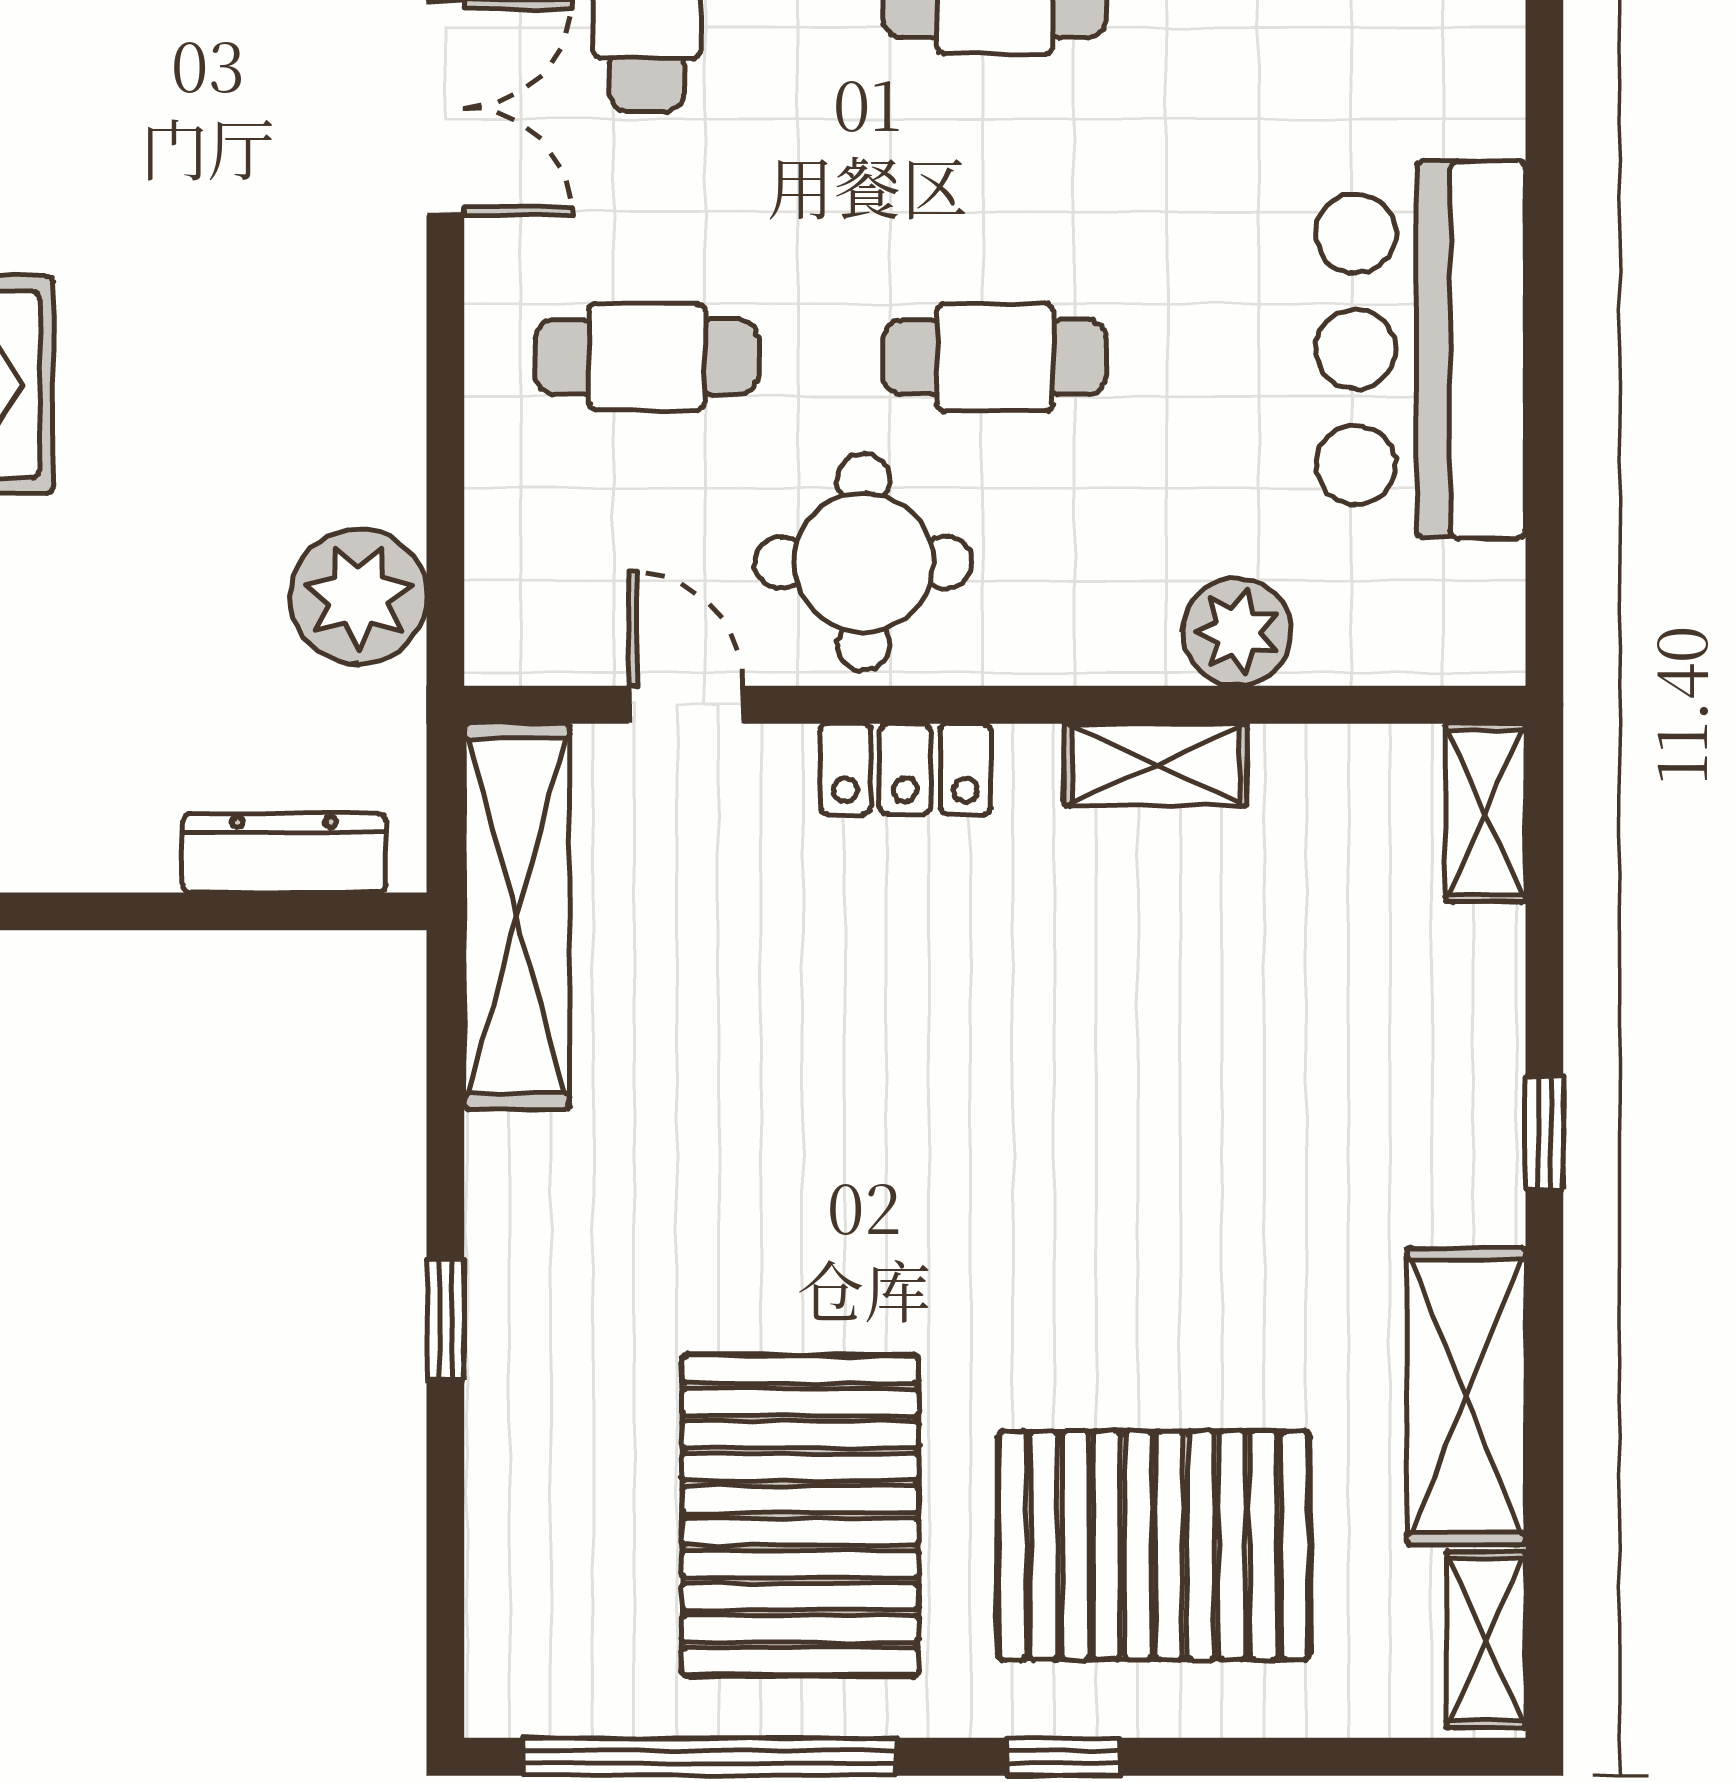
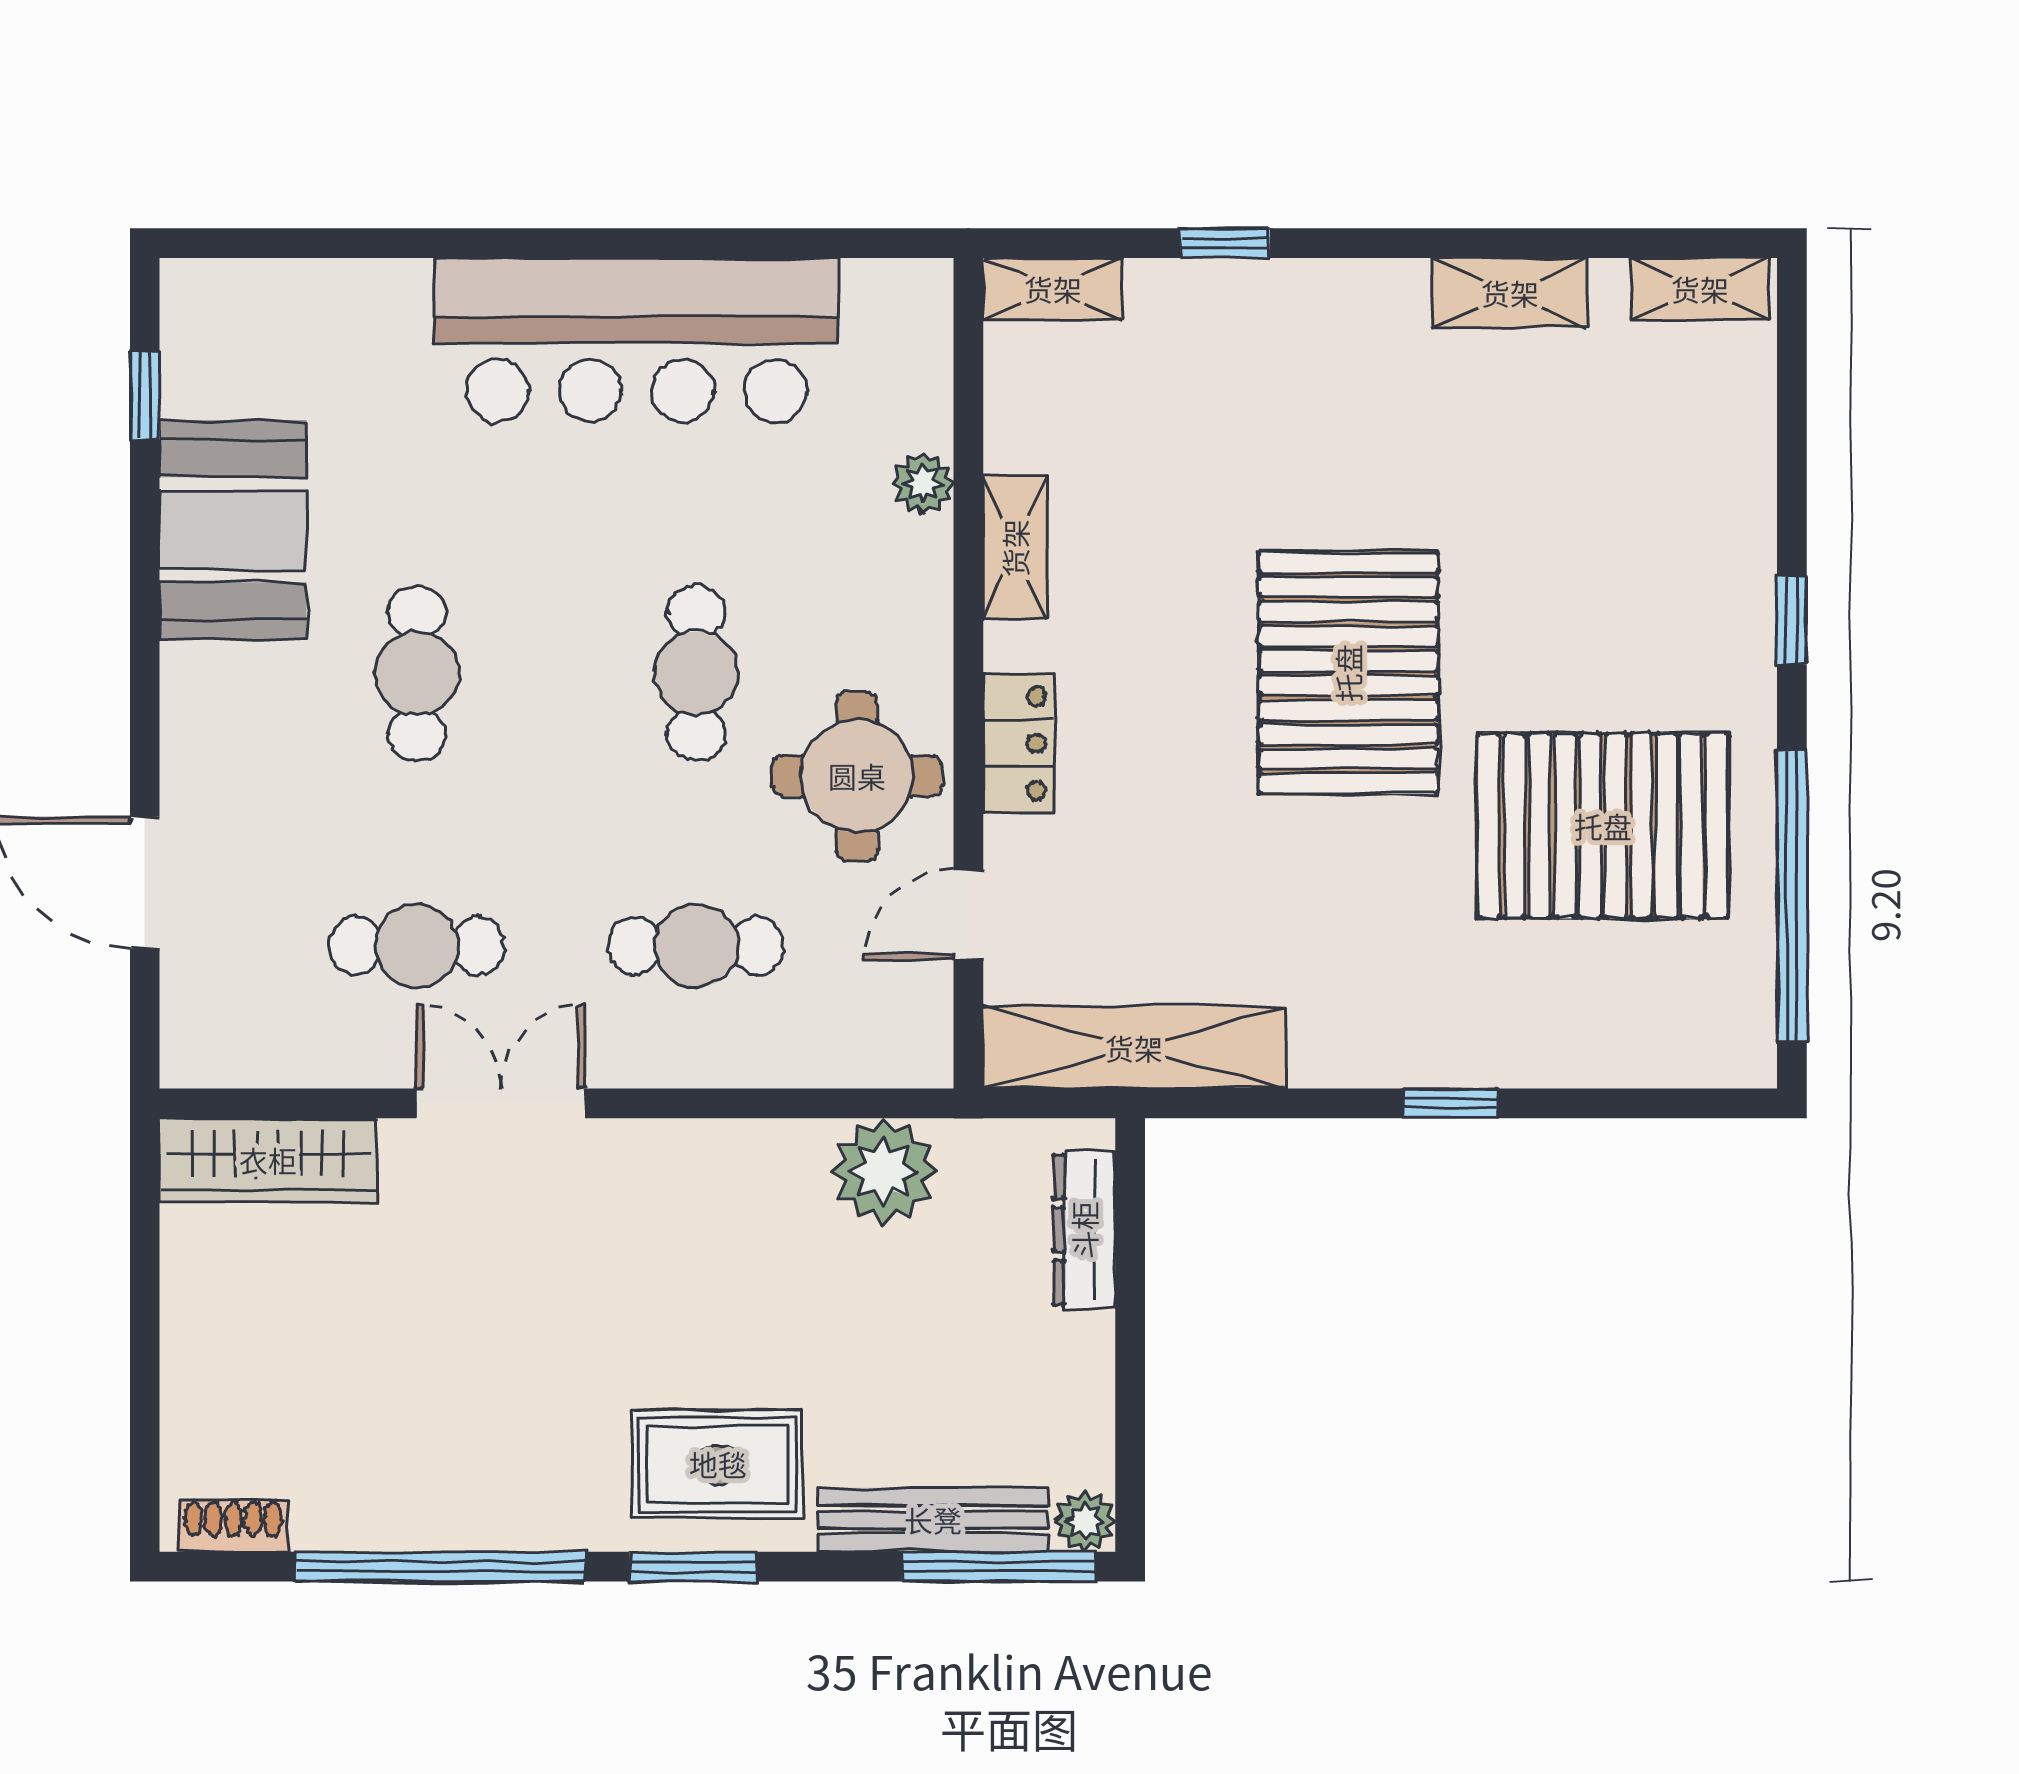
bar counter: (1421, 349) -> (636, 340), width x1.36
cafe table: (647, 357) -> (696, 946), turned 90
plant: (1237, 632) -> (923, 484), width x0.73, depth x0.73
window: (1544, 1133) -> (1225, 243), moved
shelving: (1466, 1396) -> (1510, 293), width x0.67, depth x0.75
pallet: (1154, 1545) -> (1348, 673), moved

